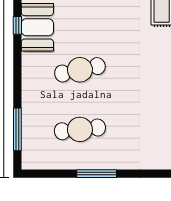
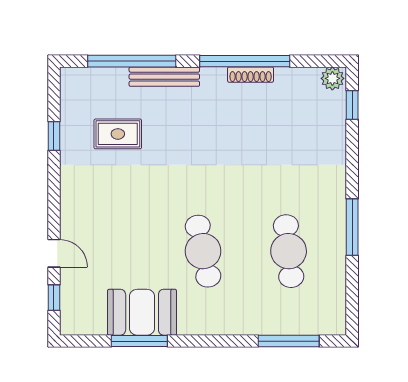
window: (17, 25) -> (139, 341), width x2.17

